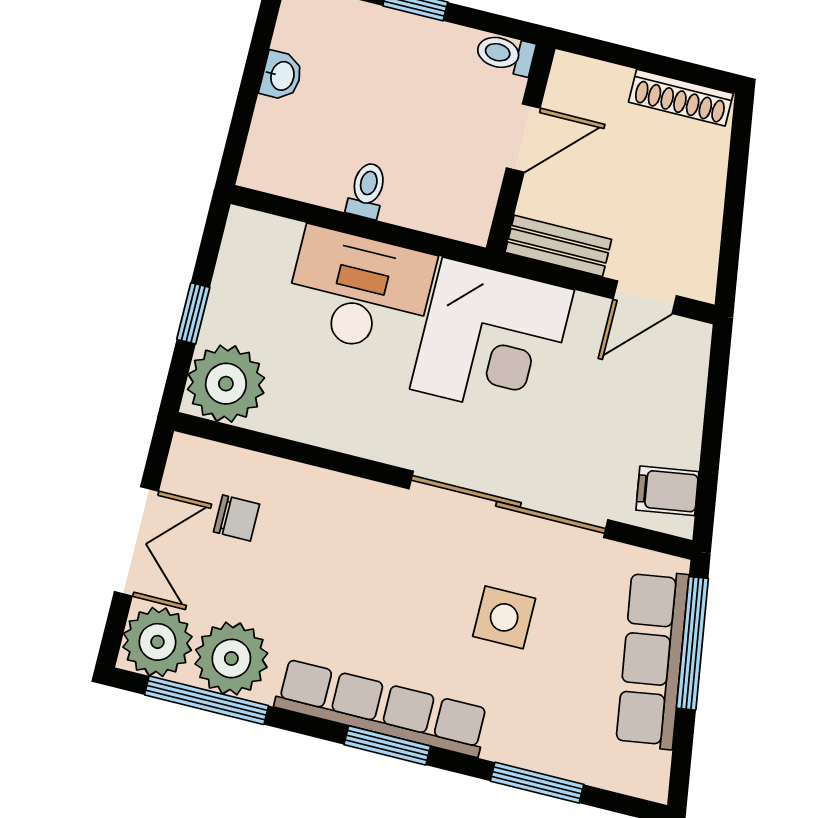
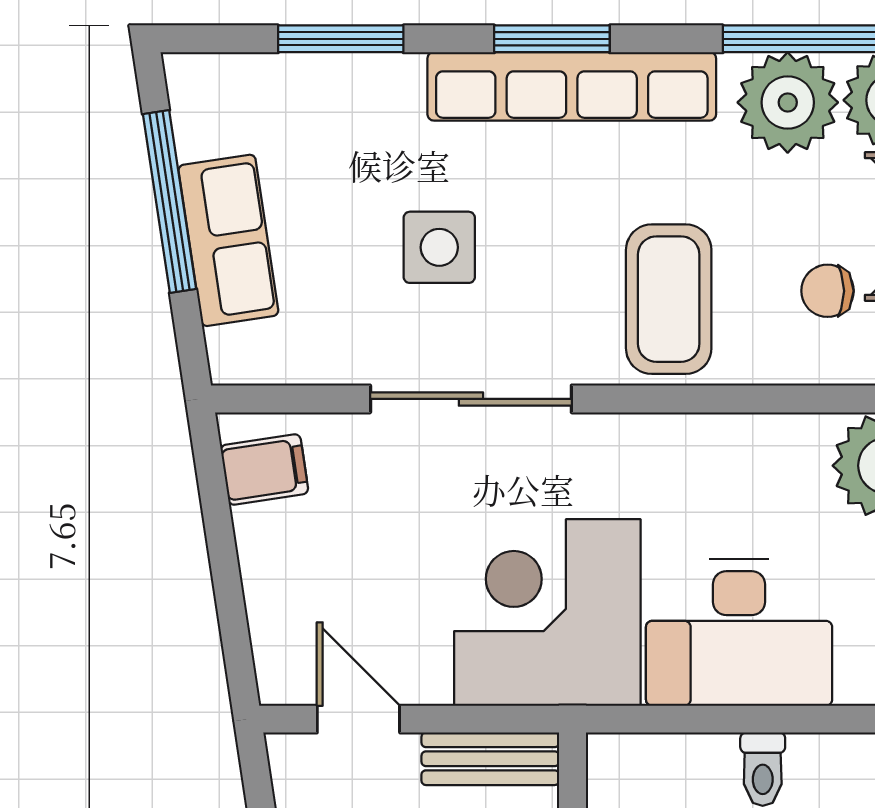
door: (645, 297) -> (358, 719), hinge flipped
sliding door: (508, 504) -> (471, 399), width x0.73
coffee table: (351, 540) -> (669, 299), added
window: (692, 643) -> (170, 202), moved
row of seats: (652, 660) -> (228, 240), width x0.68

